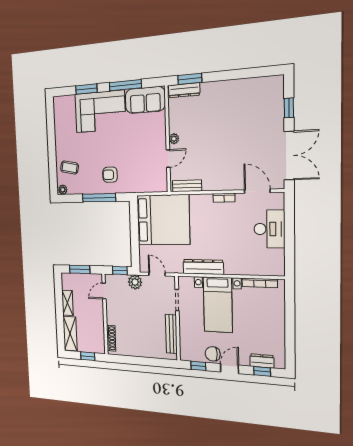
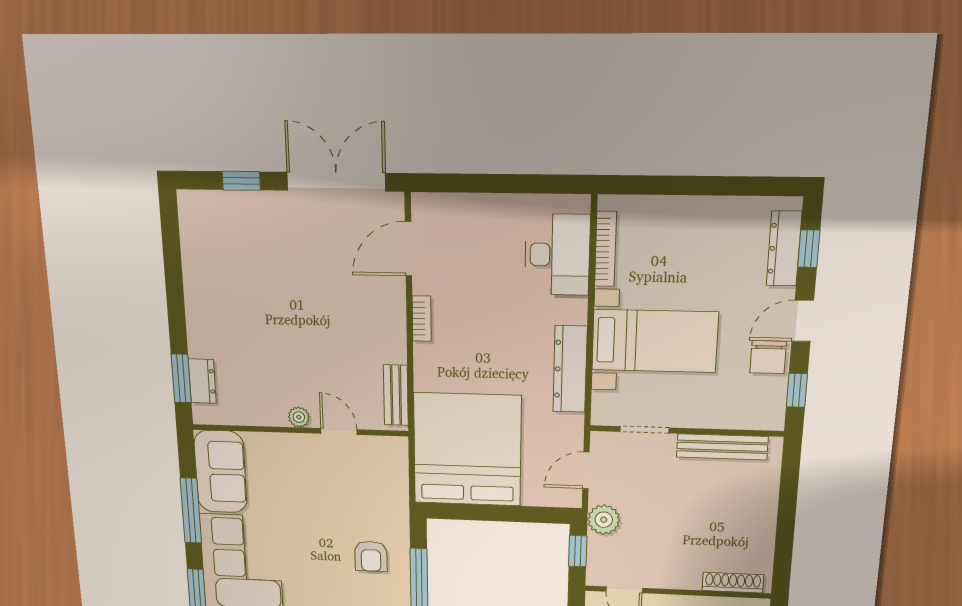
dresser: (184, 90) -> (202, 381), width x0.70
desk: (269, 229) -> (557, 255), moved, turned 90
dresser: (262, 361) -> (784, 249), width x1.44
door: (230, 369) -> (803, 321), hinge flipped

